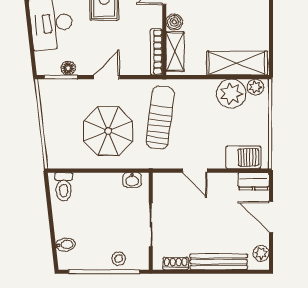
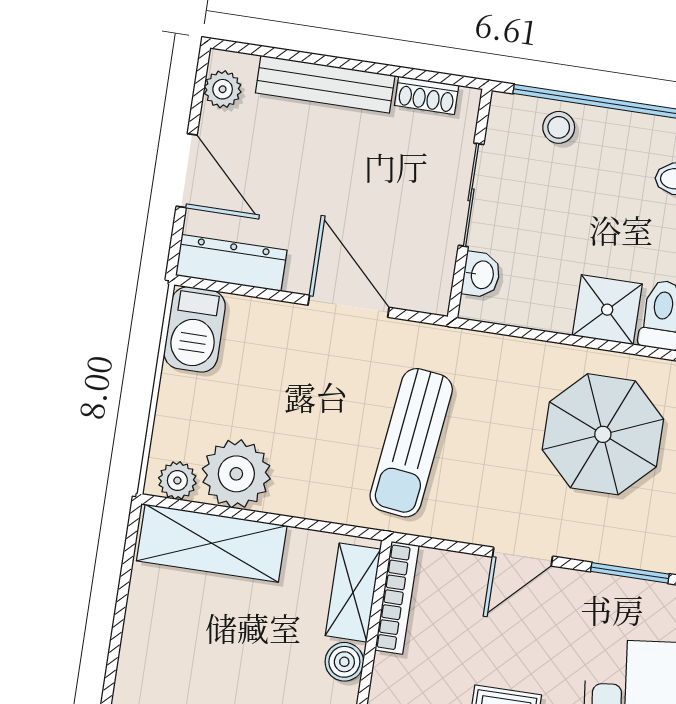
floor lamp: (68, 68) -> (609, 591), removed
parasol: (108, 131) -> (603, 434), moved
barbecue: (243, 157) -> (195, 329), moved, turned -90
door: (195, 171) -> (349, 306), width x1.38
washbasin: (132, 180) -> (481, 275), moved, turned 90
dresser: (253, 181) -> (231, 263), width x1.44
shower: (87, 186) -> (607, 310), added

